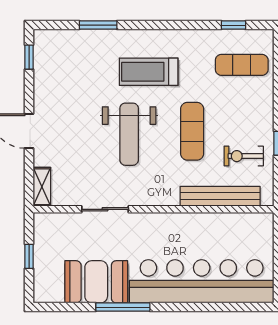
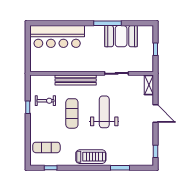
treadmill: (149, 72) -> (91, 157), moved
bench: (220, 196) -> (76, 80), moved
bar counter: (202, 281) -> (57, 36), width x0.73

